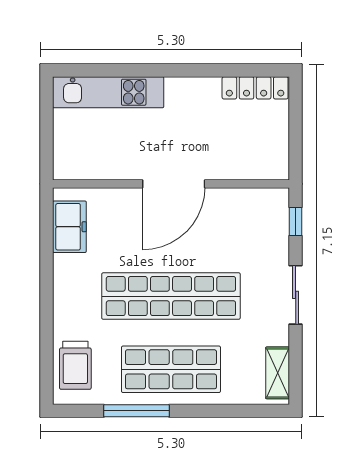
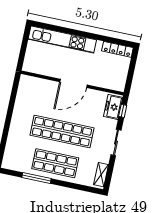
kitchen unit: (108, 92) -> (62, 40), width x1.36
freezer: (69, 227) -> (113, 107), moved, turned 180
trolley: (75, 365) -> (14, 153), removed

